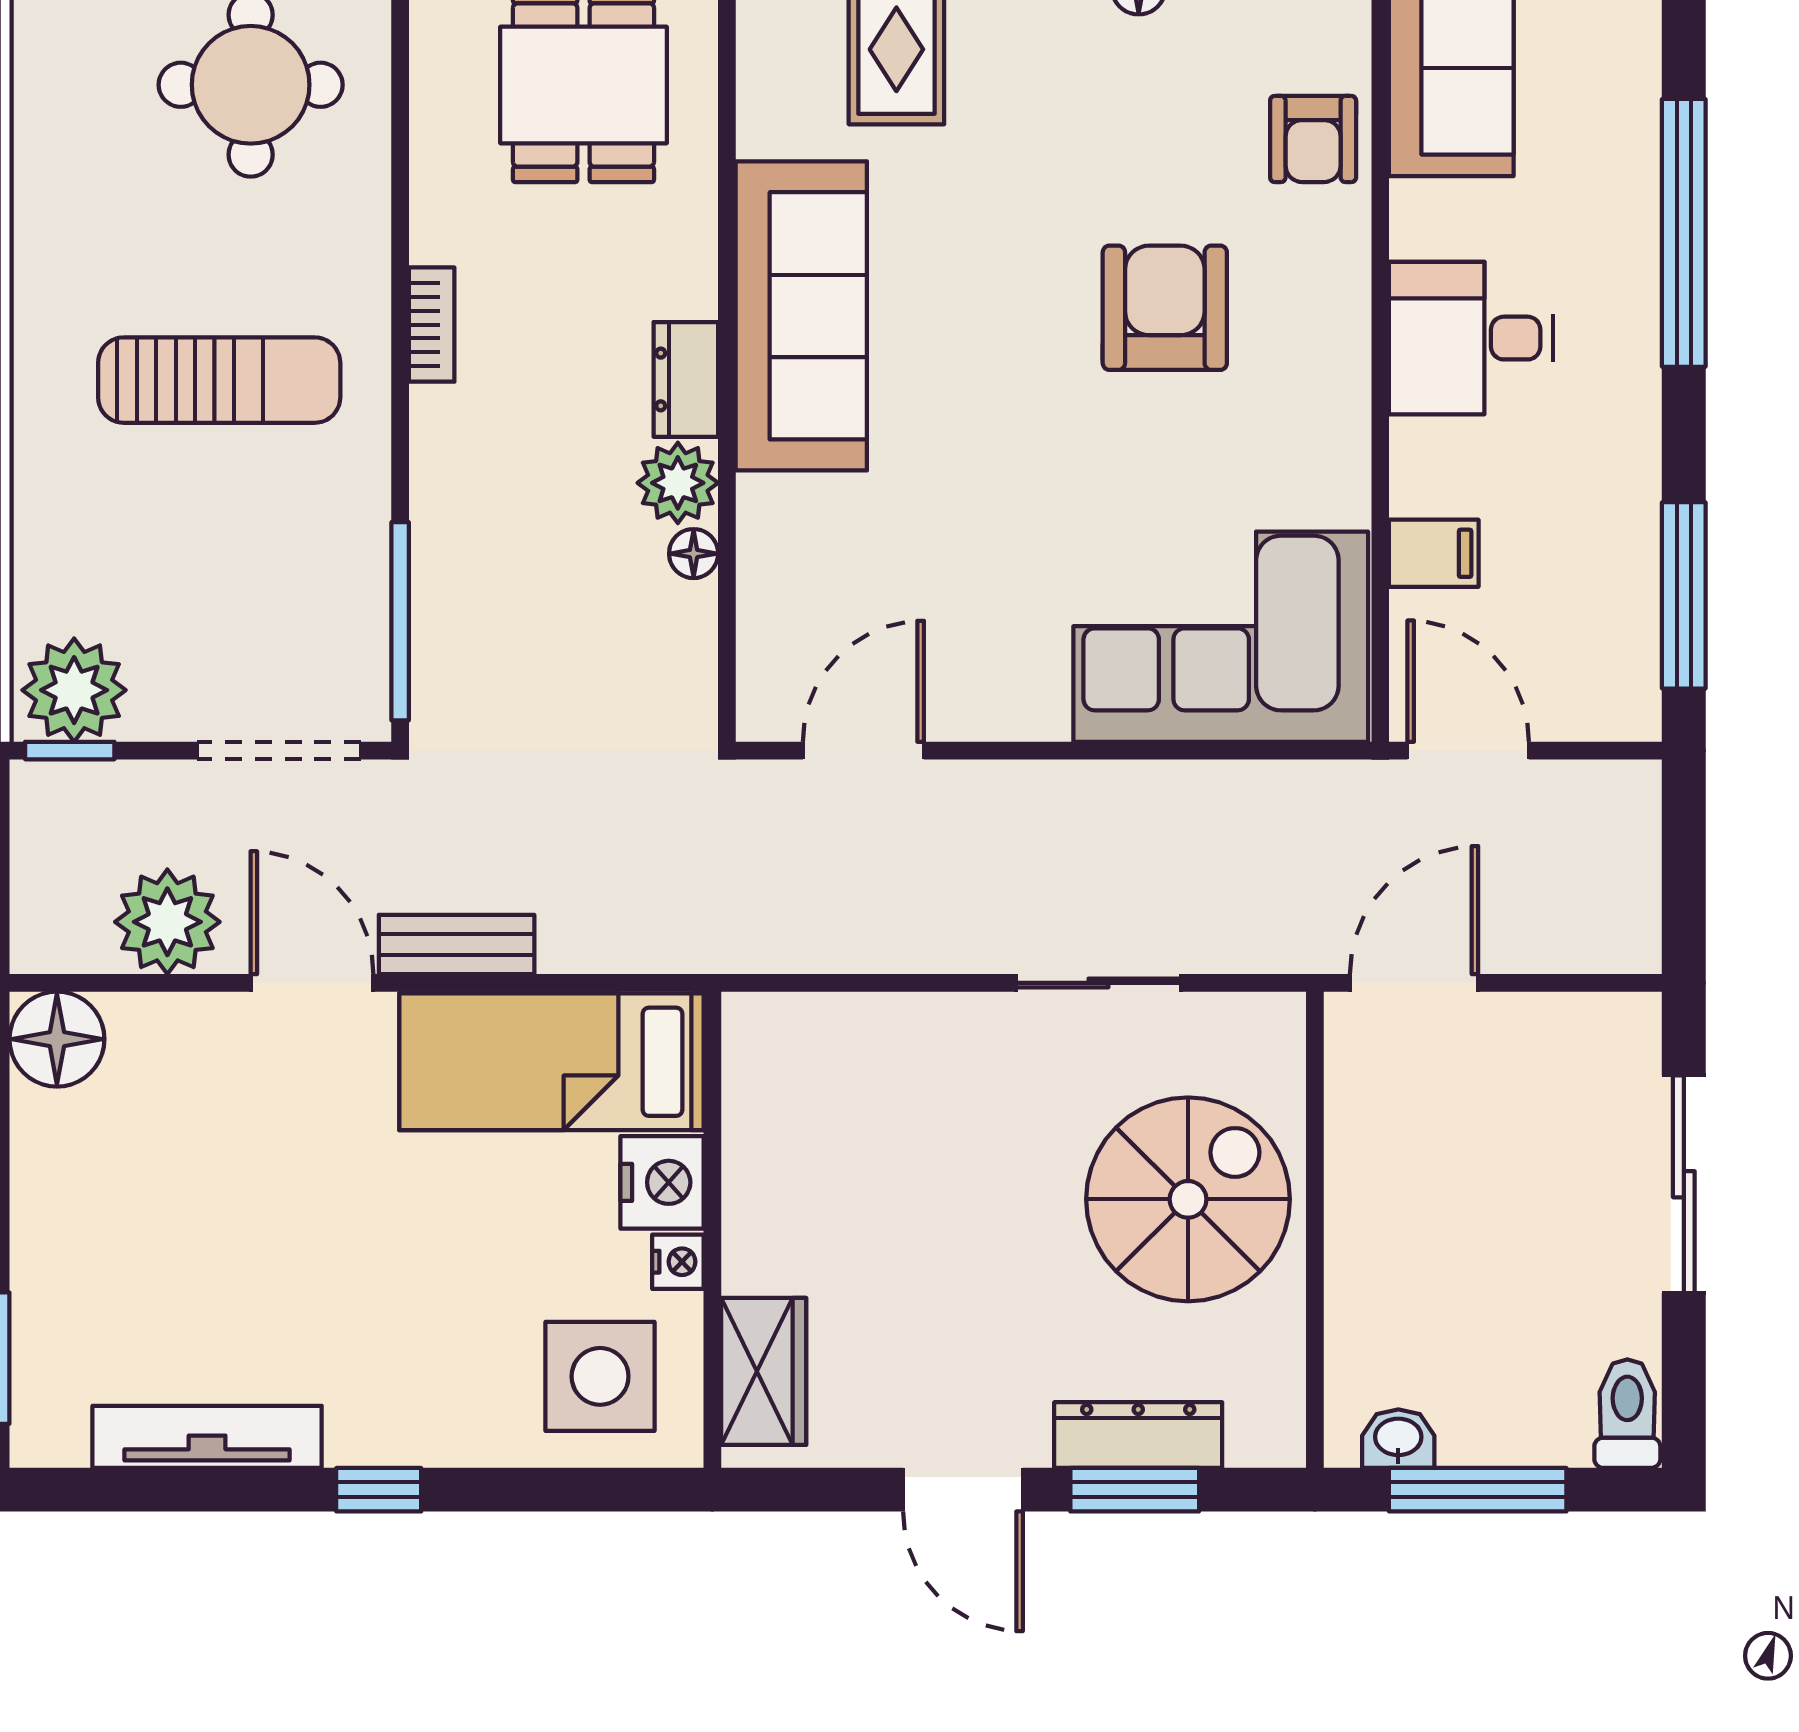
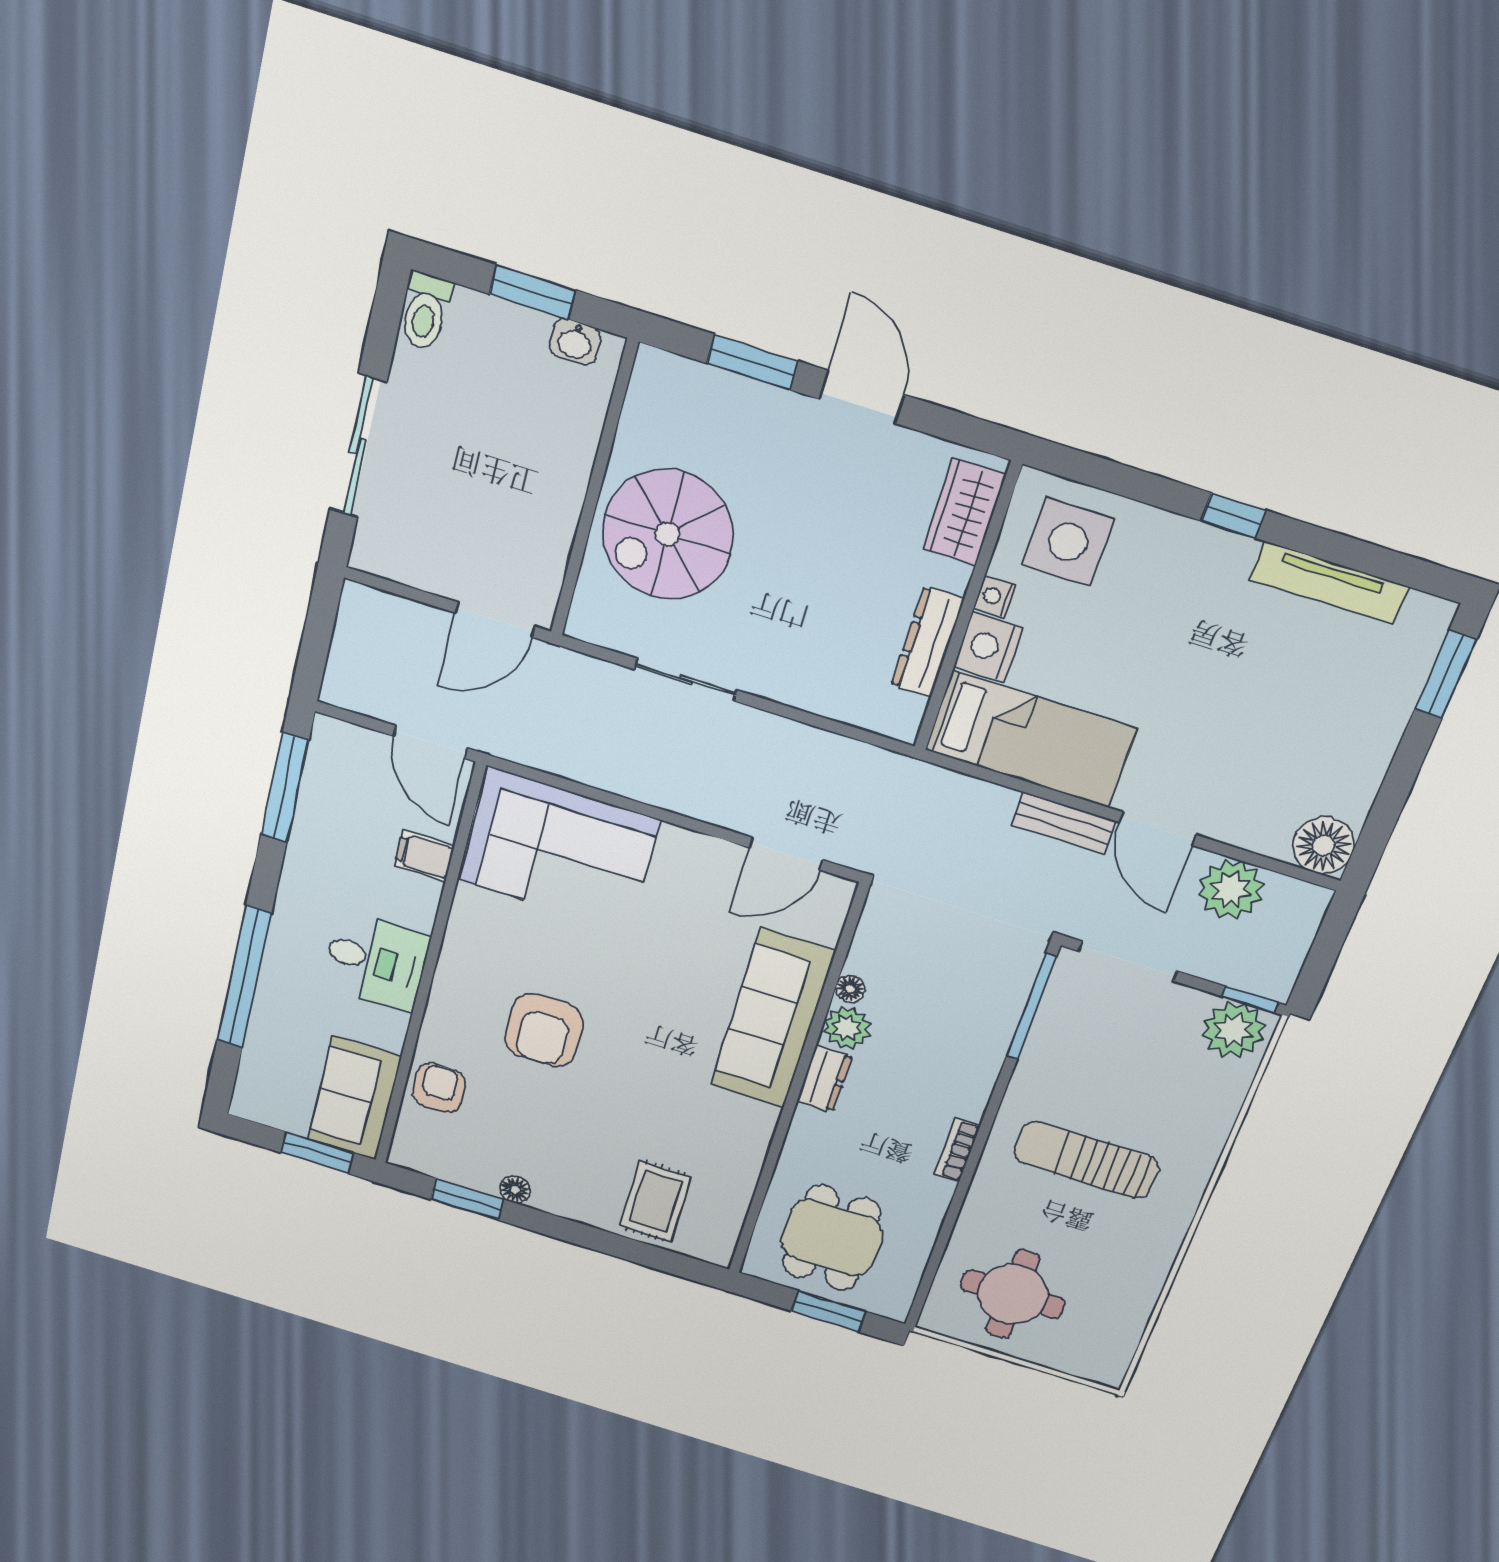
sofa: (801, 316) -> (772, 1019), moved
dresser: (1138, 1435) -> (928, 642), moved, turned 90
window: (1478, 1490) -> (533, 292), width x0.69

